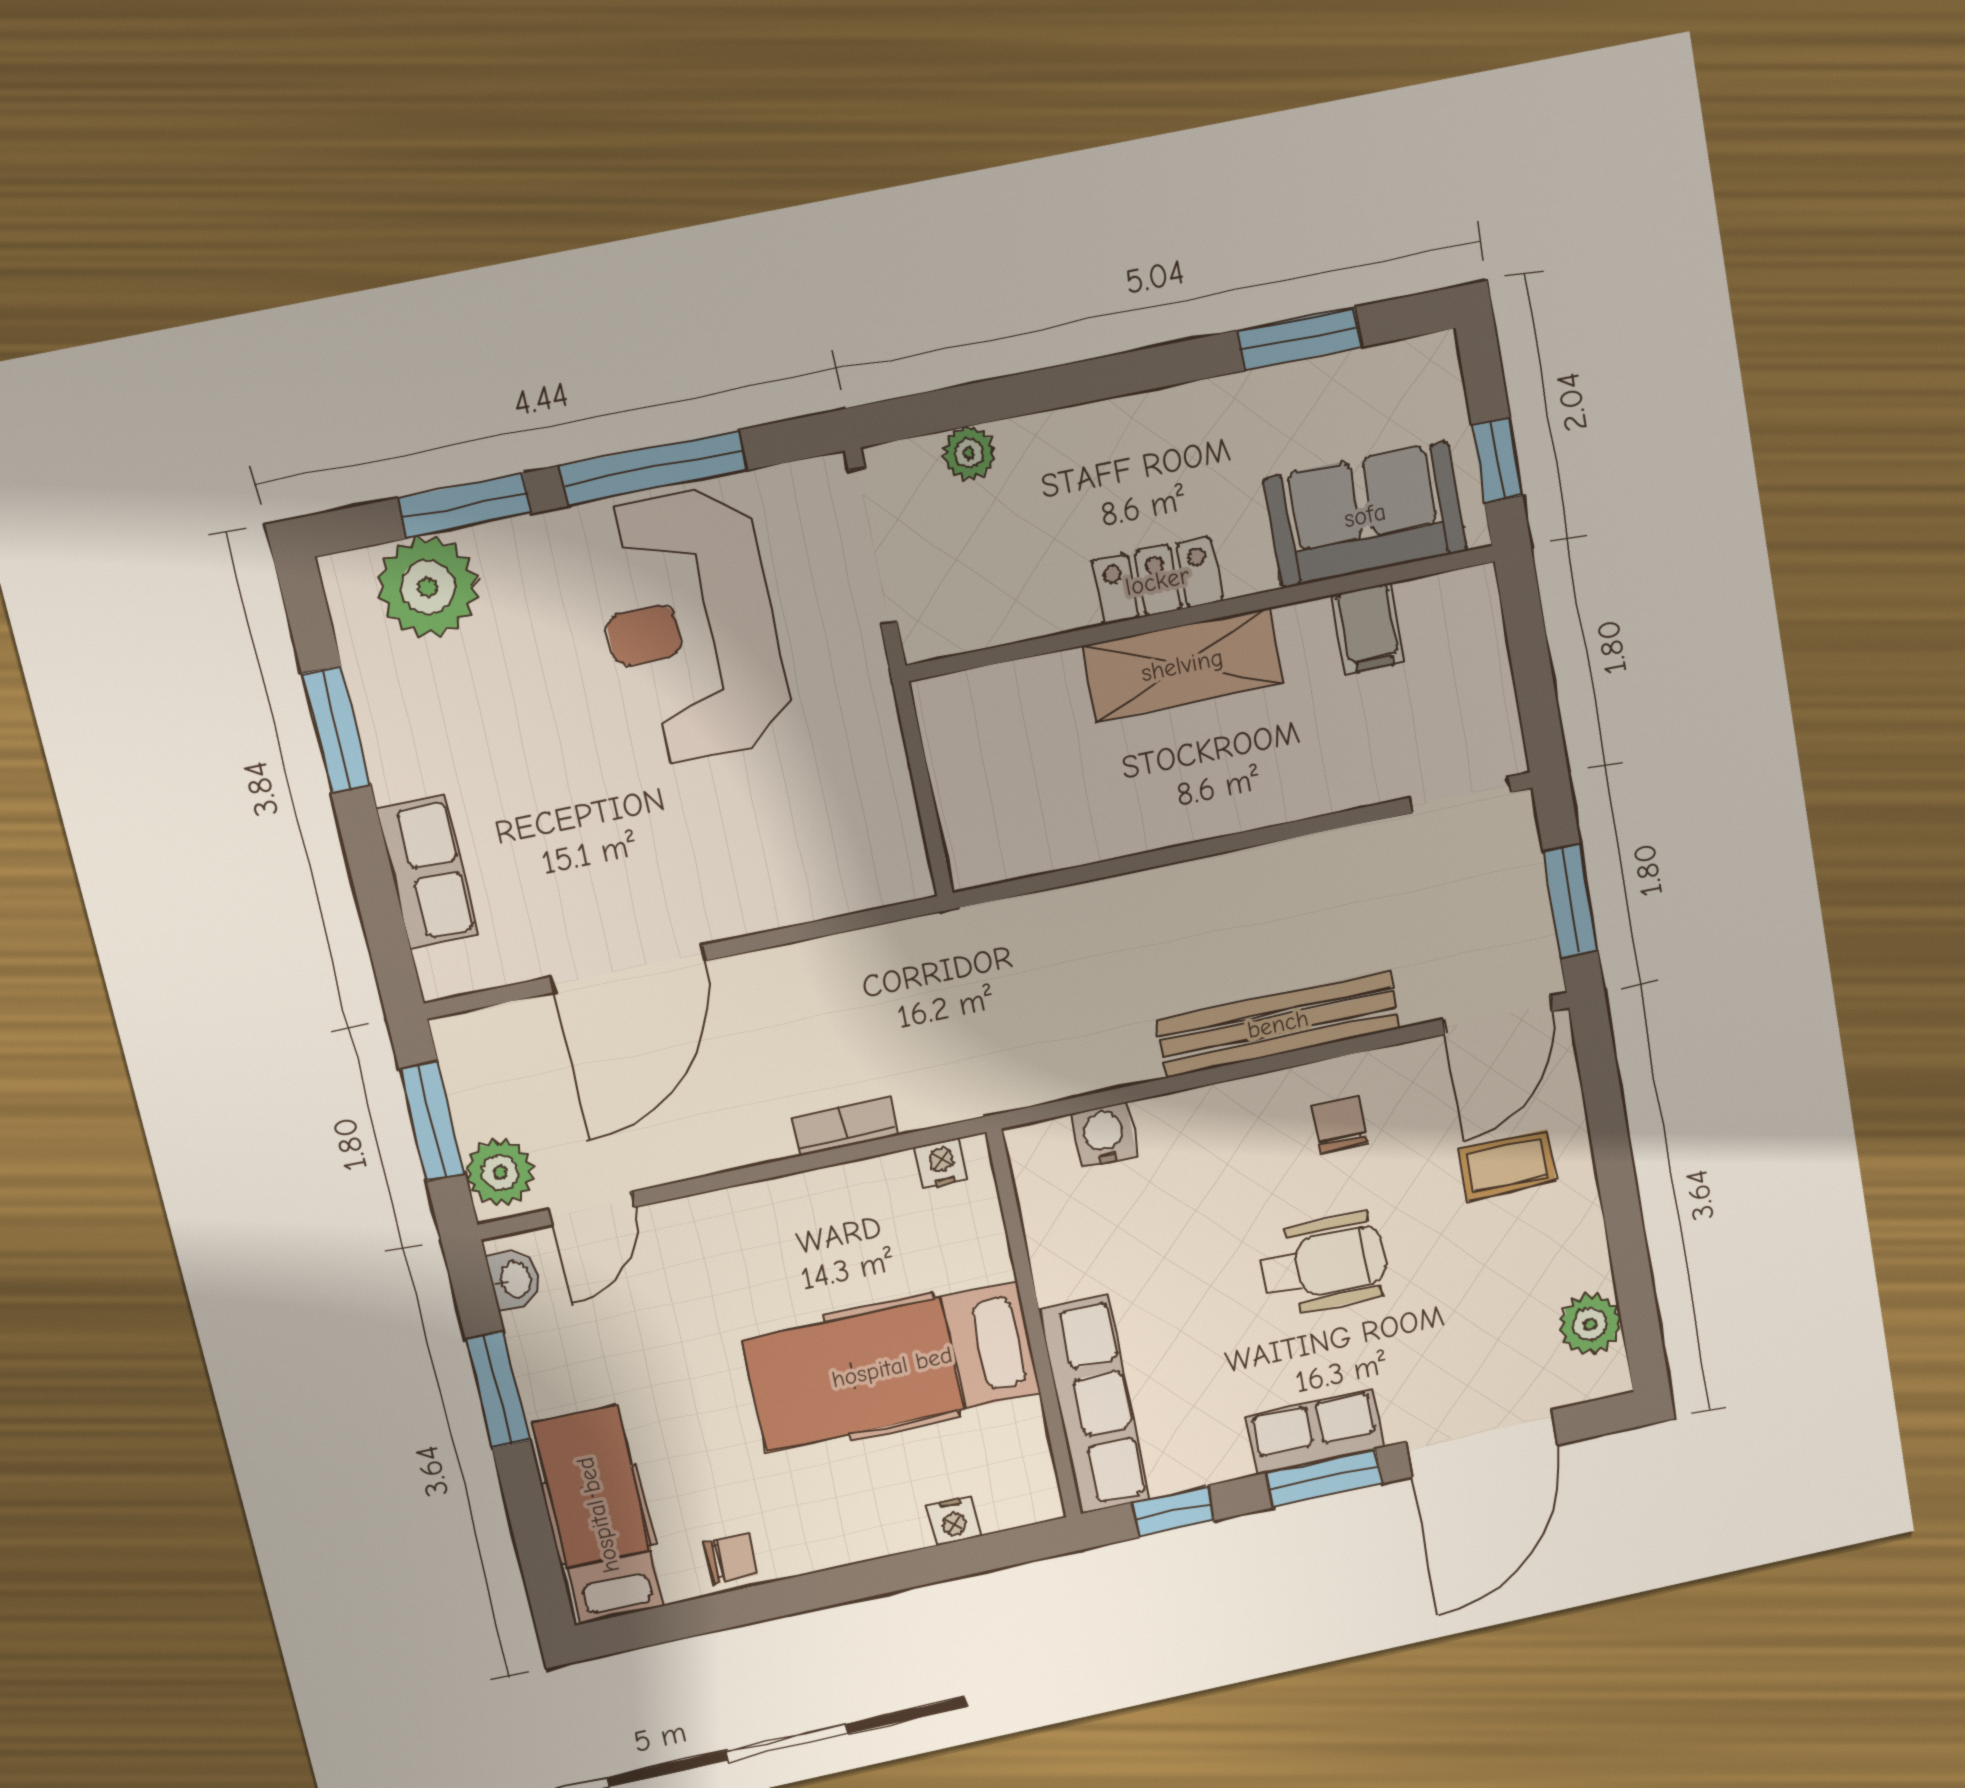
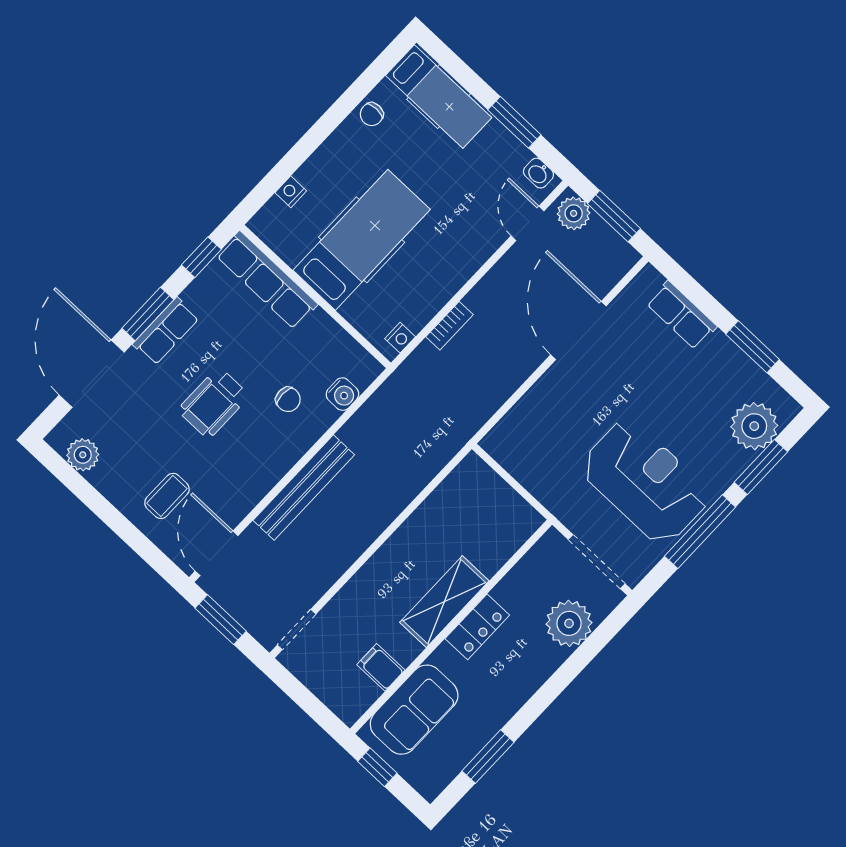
plant: (969, 453) -> (569, 623), width x1.88, depth x1.88
chair: (1340, 1124) -> (288, 399), moved

